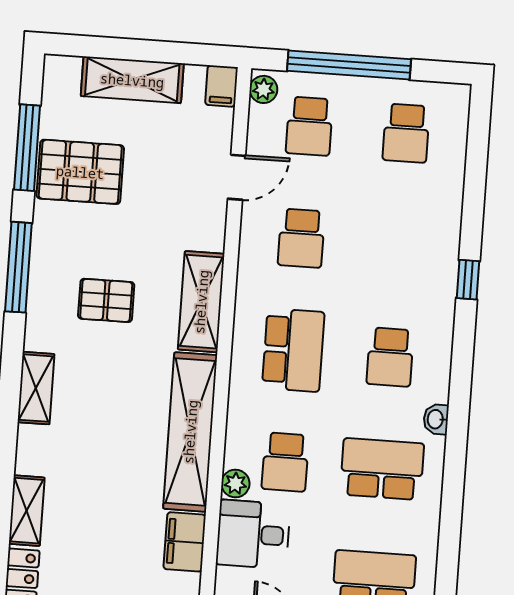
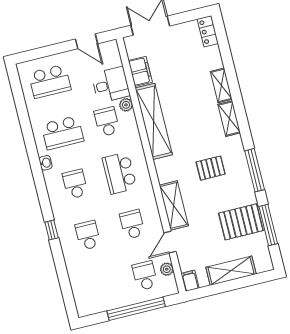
plant: (263, 89) -> (167, 269), moved
school desk: (406, 133) -> (88, 235), moved
shelving: (201, 302) -> (174, 205), moved
shelving: (27, 511) -> (221, 85), moved

